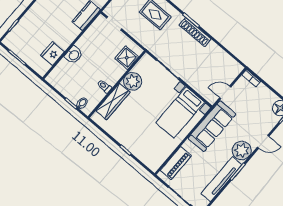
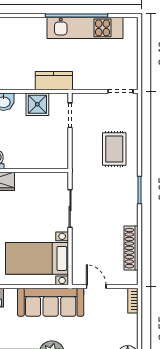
shoe rack: (195, 32) -> (131, 248), moved
shower: (127, 58) -> (37, 104), moved
plant: (133, 81) -> (28, 184), removed

